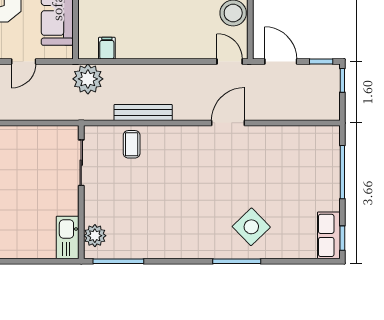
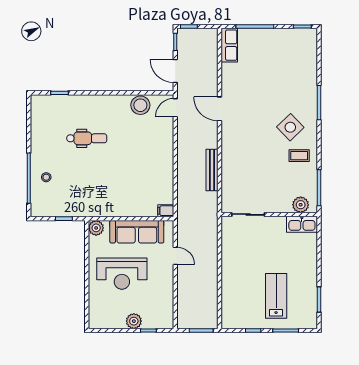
filing cabinet: (107, 48) -> (166, 211), moved
door: (281, 62) -> (175, 71), hinge flipped
plant: (88, 79) -> (188, 210), removed
coffee table: (132, 144) -> (299, 156), moved
side table: (251, 227) -> (290, 127), moved
row of seats: (329, 235) -> (229, 45), moved, turned -90

